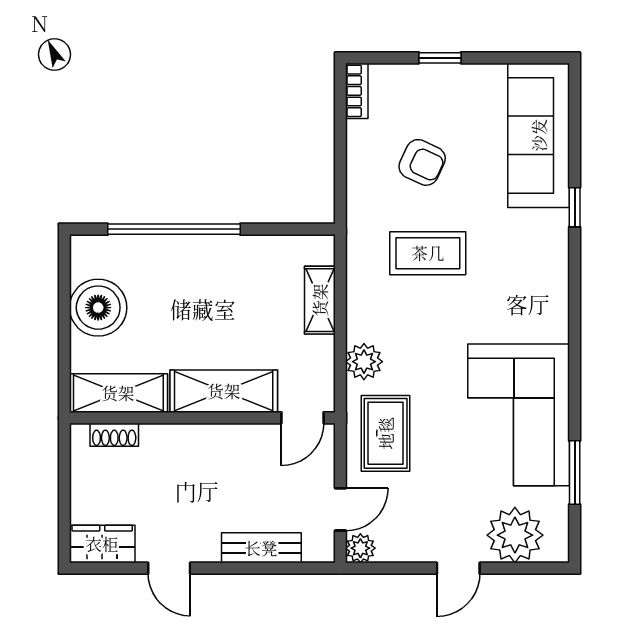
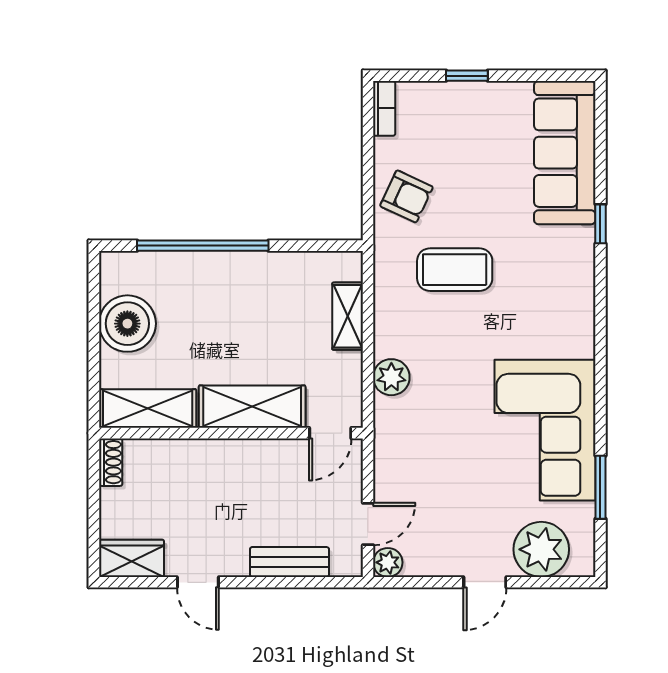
armchair: (422, 162) -> (406, 196), moved
rug: (386, 433) -> (413, 448), removed
shoe rack: (114, 435) -> (111, 462), moved, turned -90

